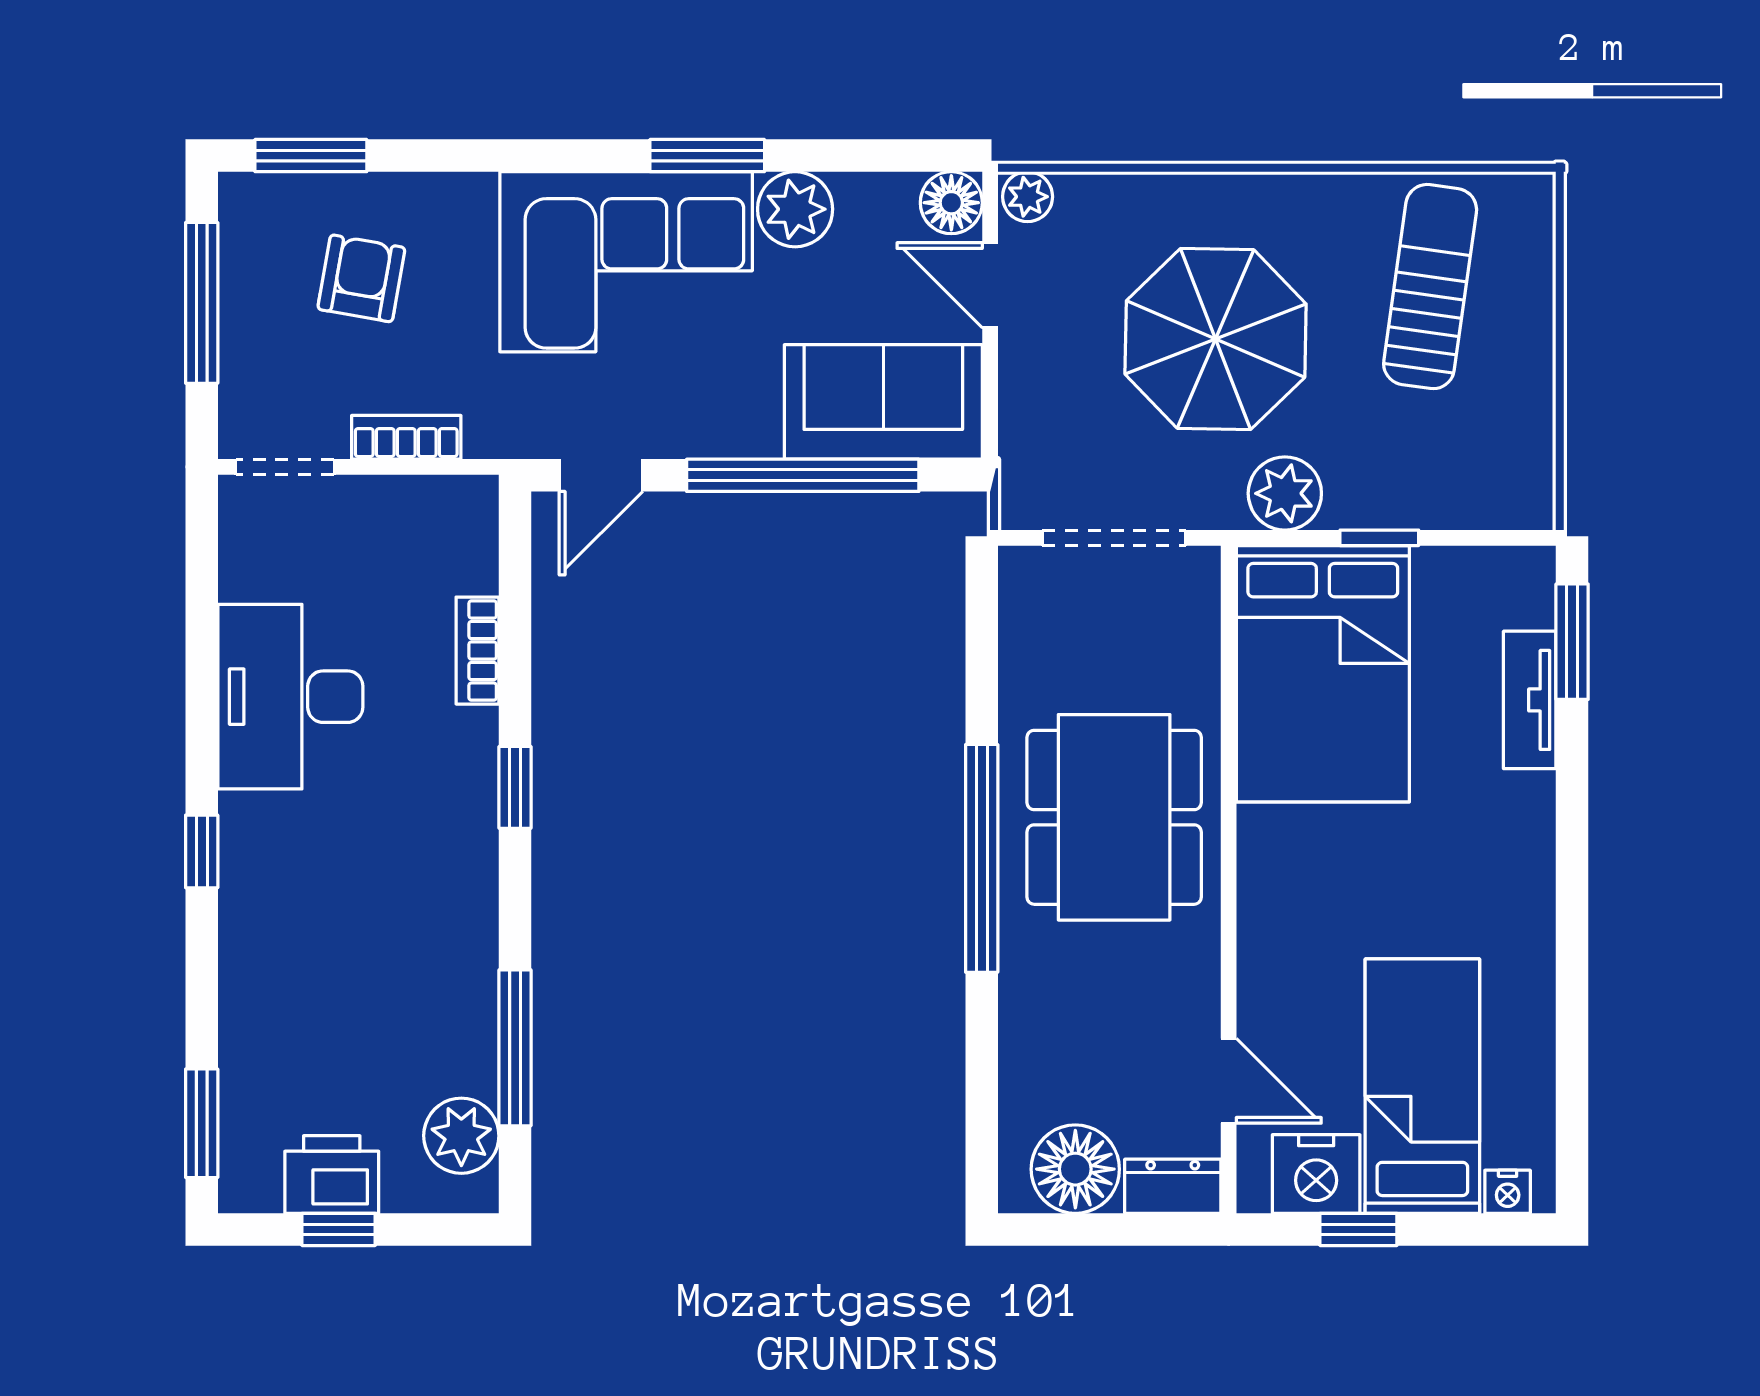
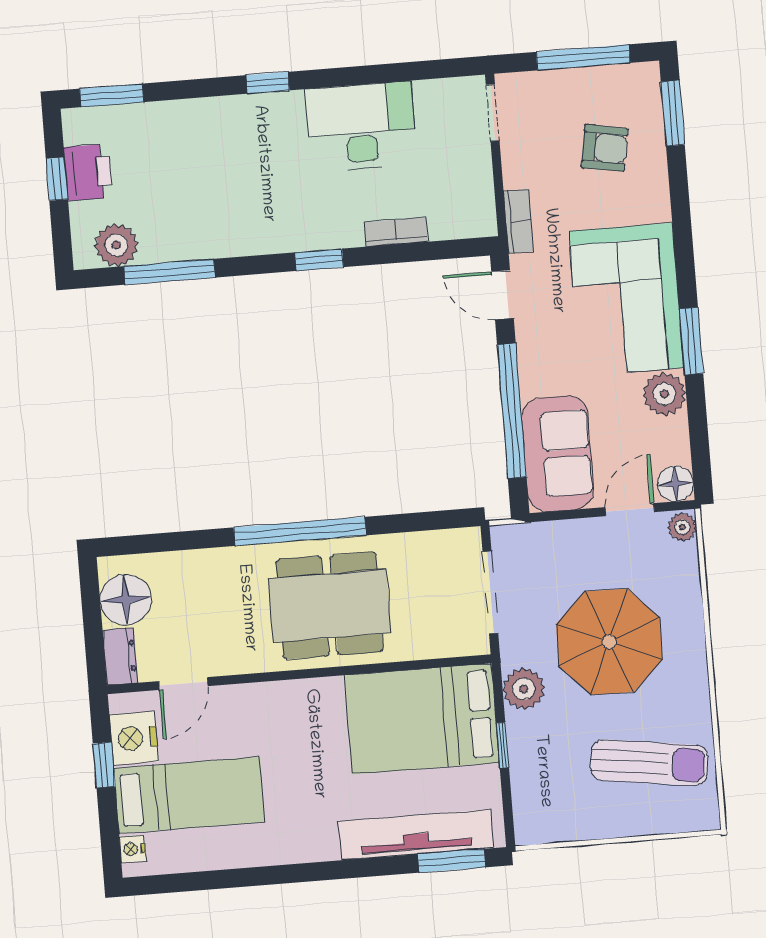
bookcase: (406, 437) -> (519, 221), moved
tv unit: (1530, 700) -> (416, 835), width x1.92, depth x1.29

